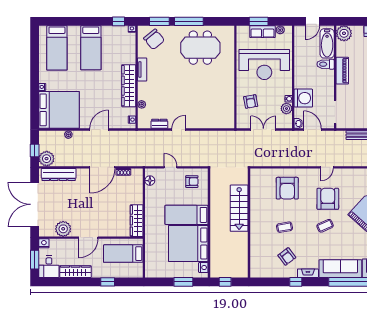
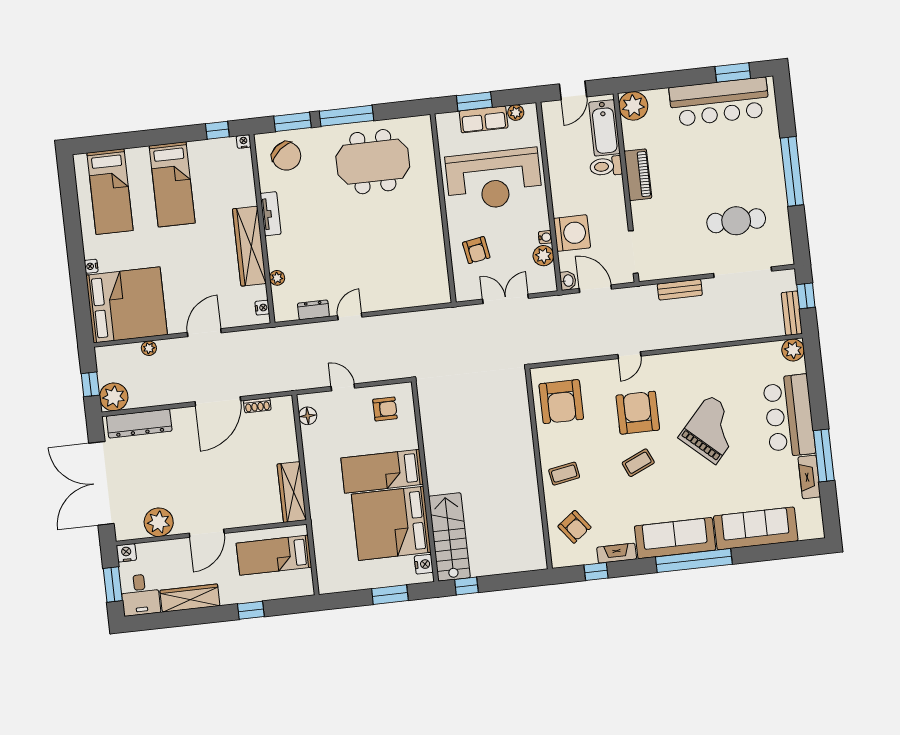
stairs: (239, 208) -> (449, 537), moved, turned 180
wall: (249, 223) -> (539, 469), moved

